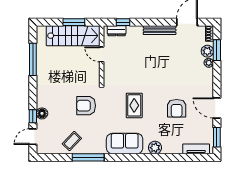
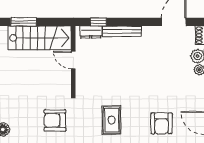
window: (74, 22) -> (23, 22), moved
bench: (160, 30) -> (122, 31), moved

